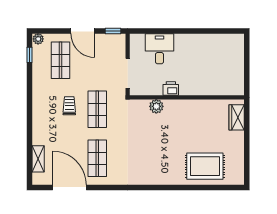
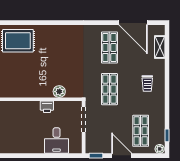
trolley: (69, 106) -> (147, 83), moved

